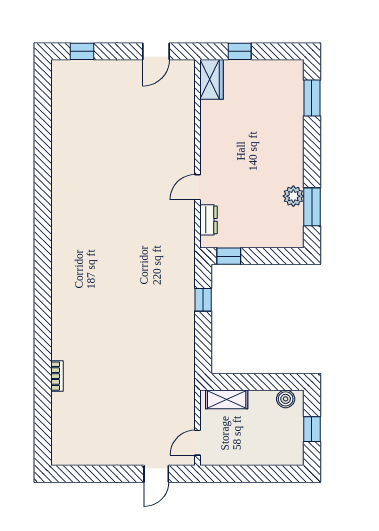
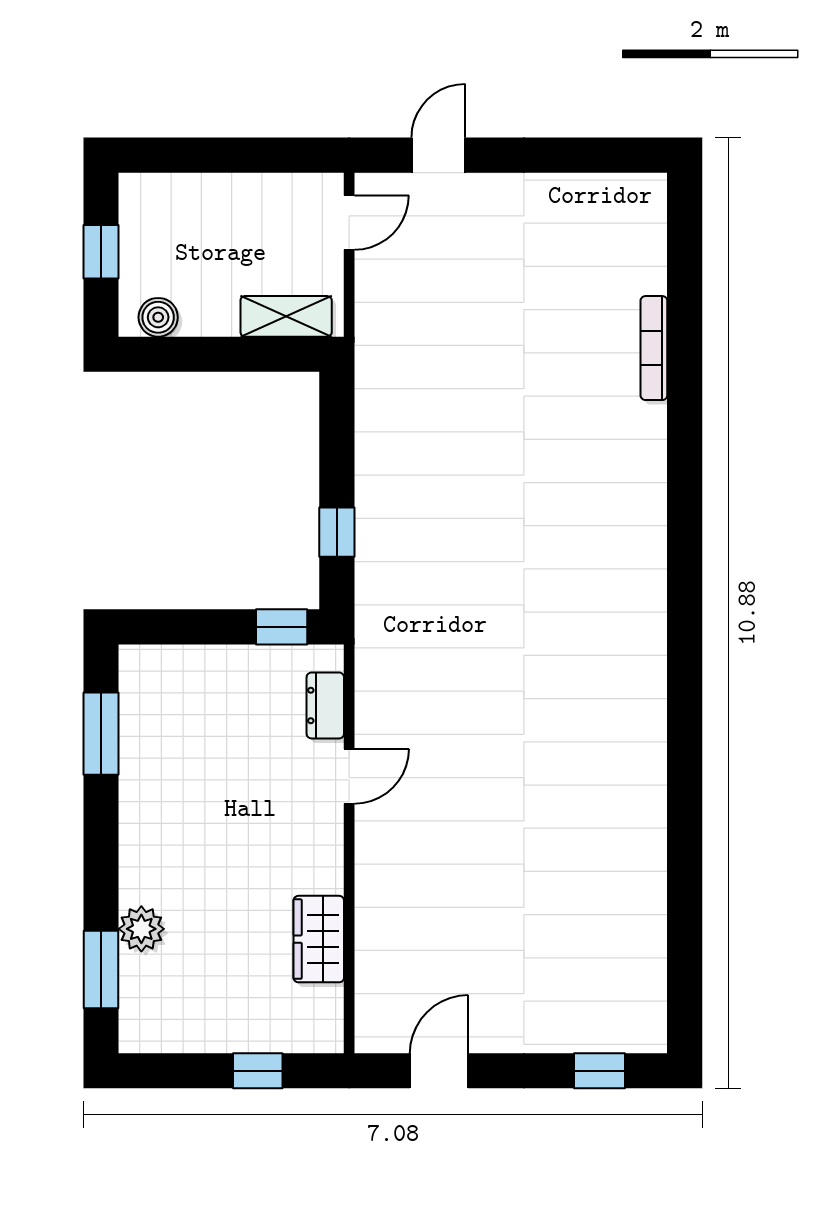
wardrobe: (212, 79) -> (319, 939), moved
plant: (293, 196) -> (141, 929), moved
bookcase: (57, 376) -> (654, 348), width x1.56

